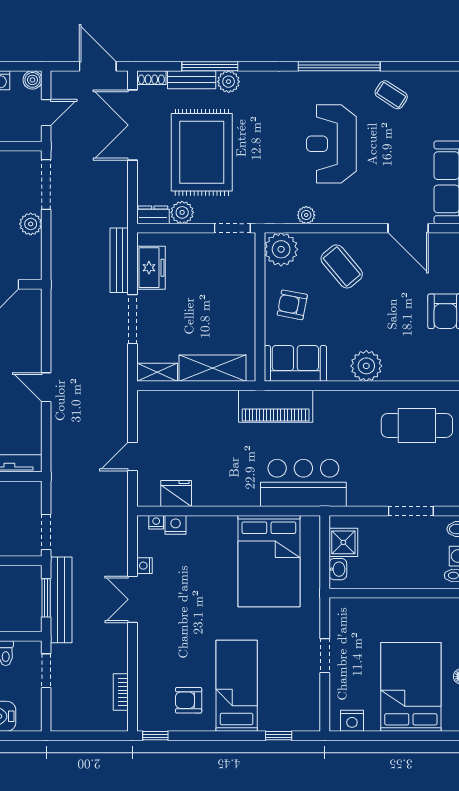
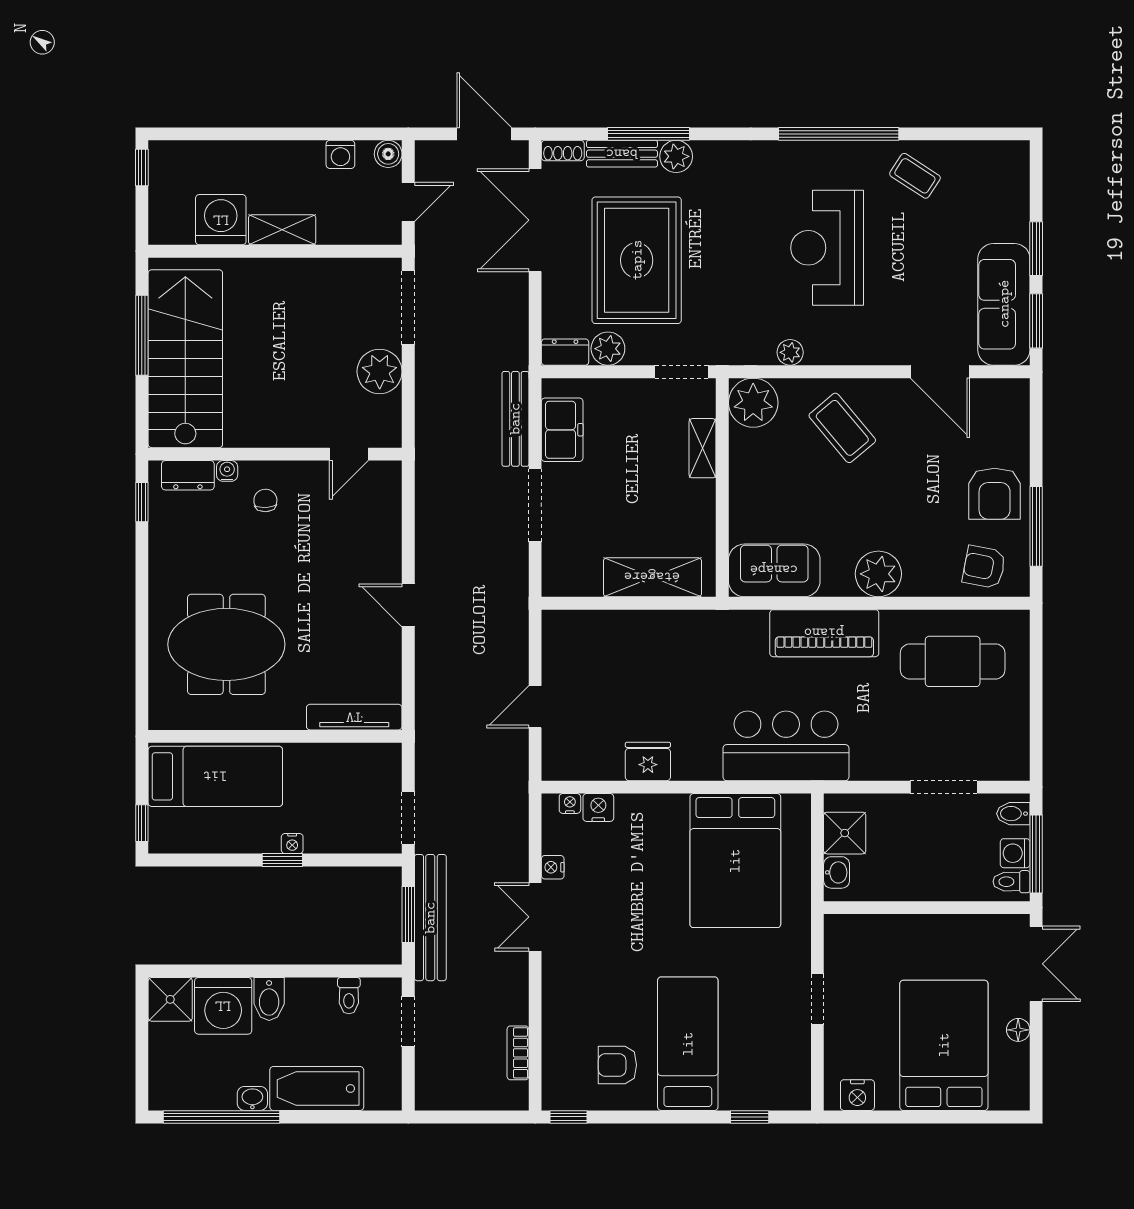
plant: (31, 224) -> (380, 371), width x1.36, depth x1.36
armchair: (292, 305) -> (984, 567), moved
shelving: (157, 372) -> (702, 448), moved, turned 90
piano: (276, 406) -> (824, 633), moved
fridge: (176, 494) -> (648, 761), moved

